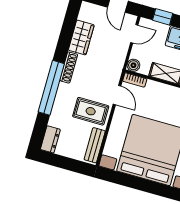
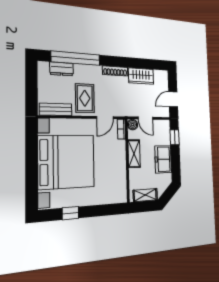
door: (134, 34) -> (145, 118), moved
window: (51, 88) -> (76, 58), moved
dresser: (50, 139) -> (62, 69), moved

